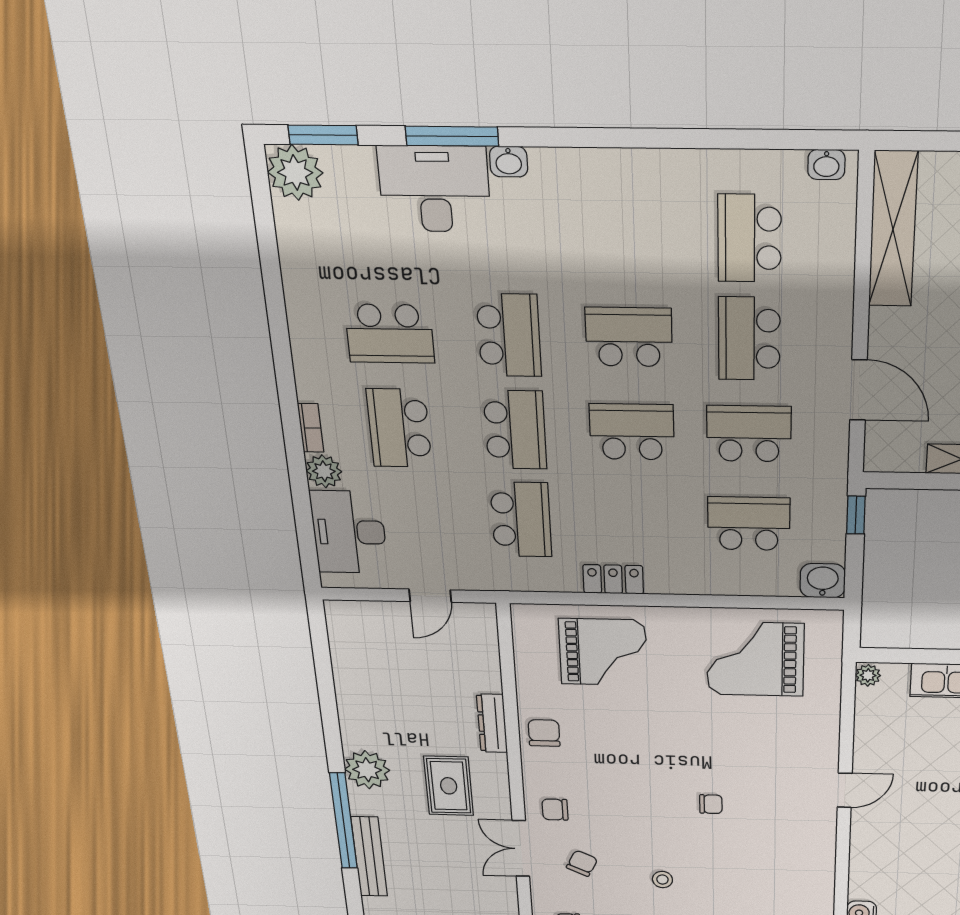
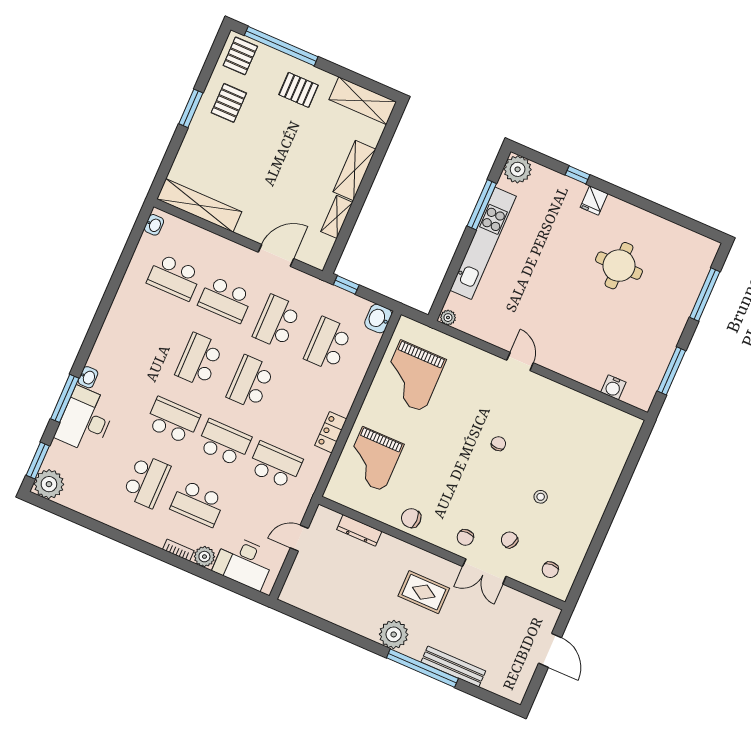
door: (430, 596) -> (299, 538), swing flipped
grand piano: (603, 652) -> (373, 459), turned 180
dresser: (492, 723) -> (359, 530), moved

